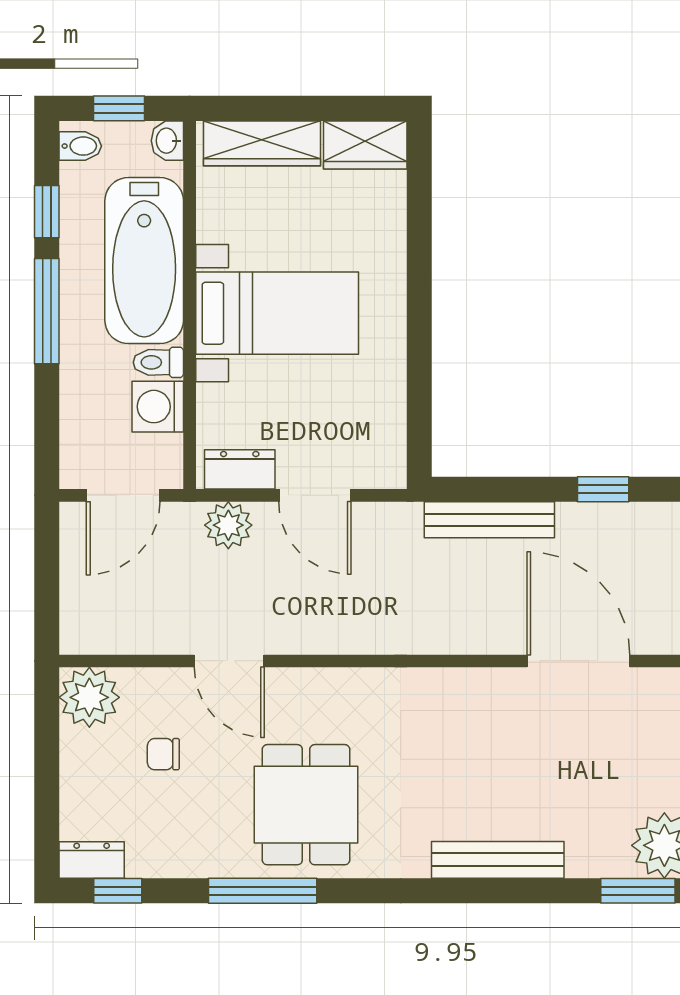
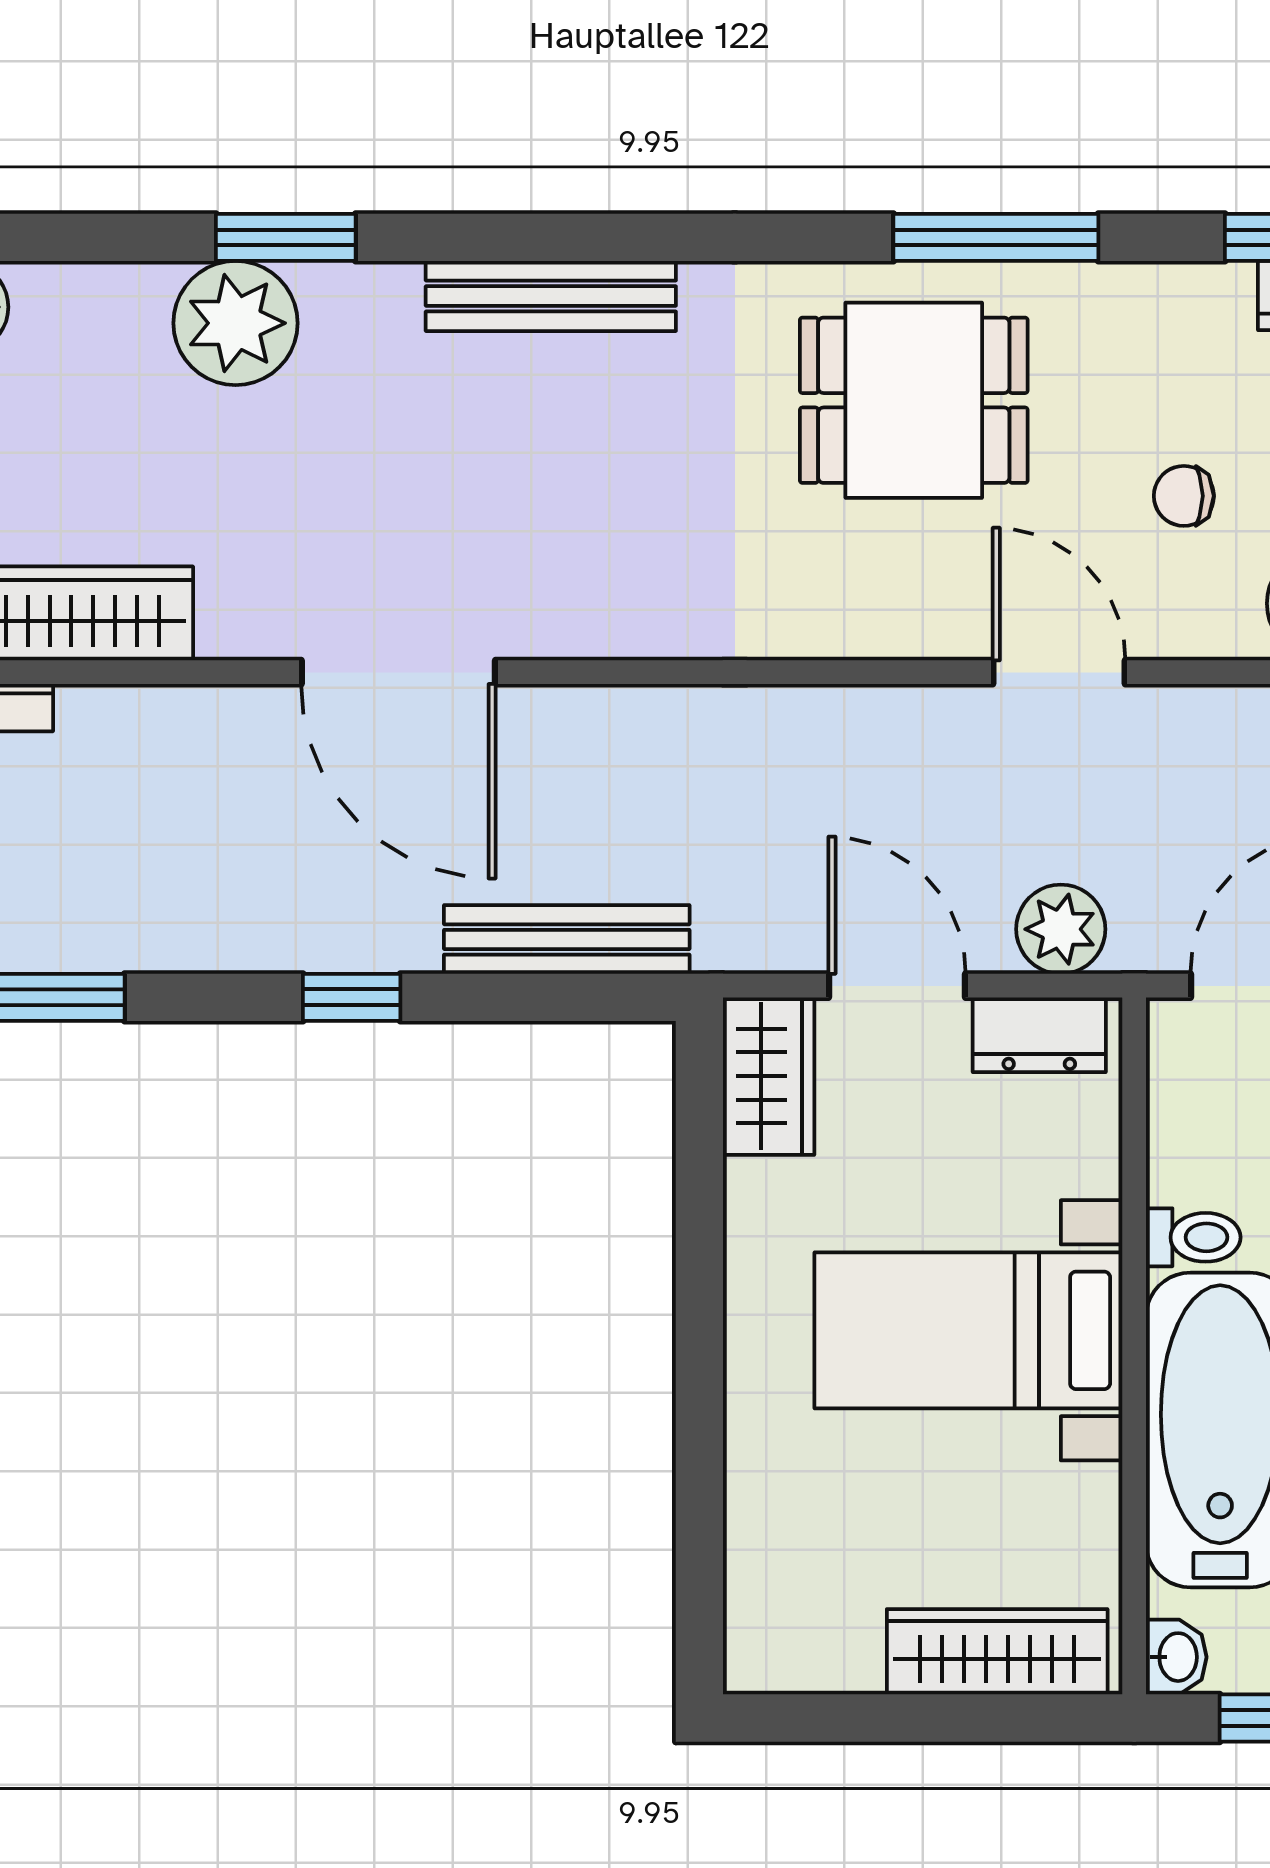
wardrobe: (365, 145) -> (769, 1076), moved, turned 90
washing machine: (158, 407) -> (1194, 1154), removed
chair: (163, 754) -> (1184, 496), turned 180
dining table: (306, 805) -> (914, 400), turned 90

